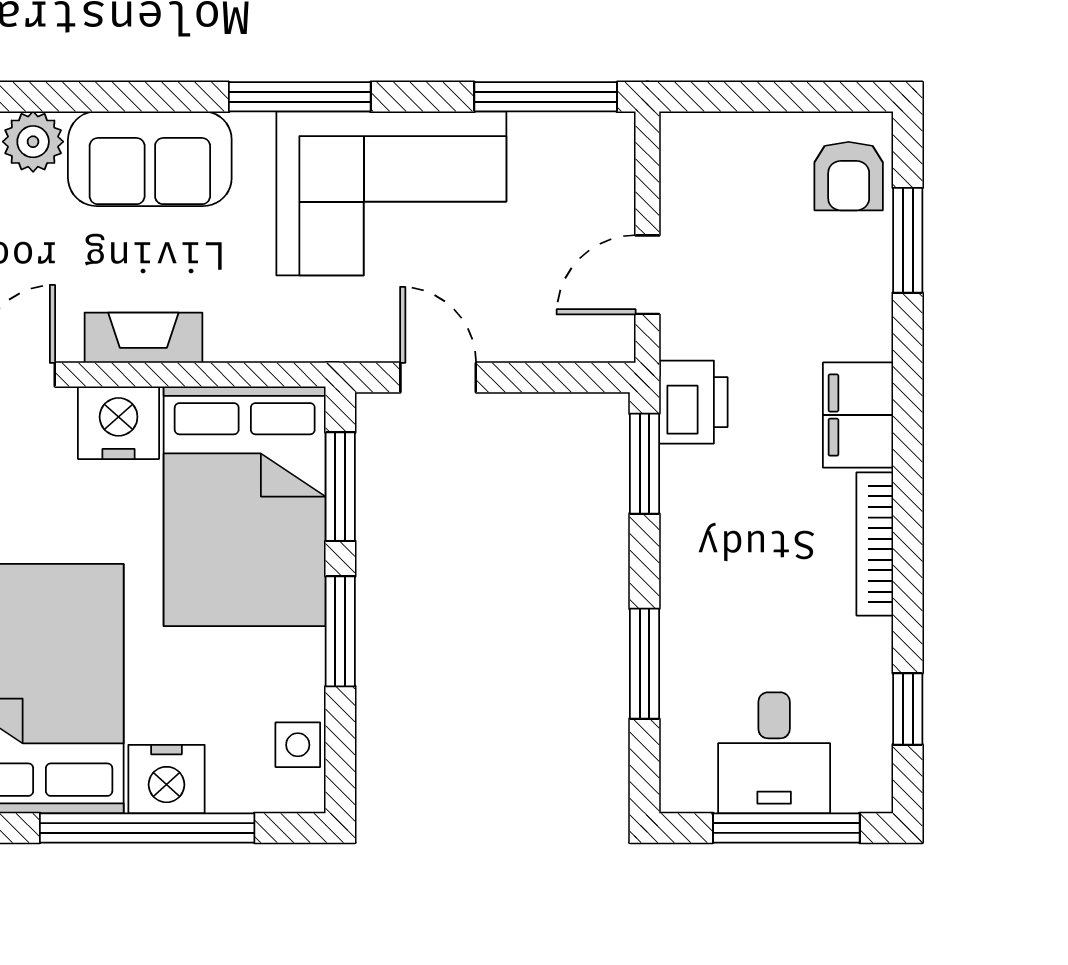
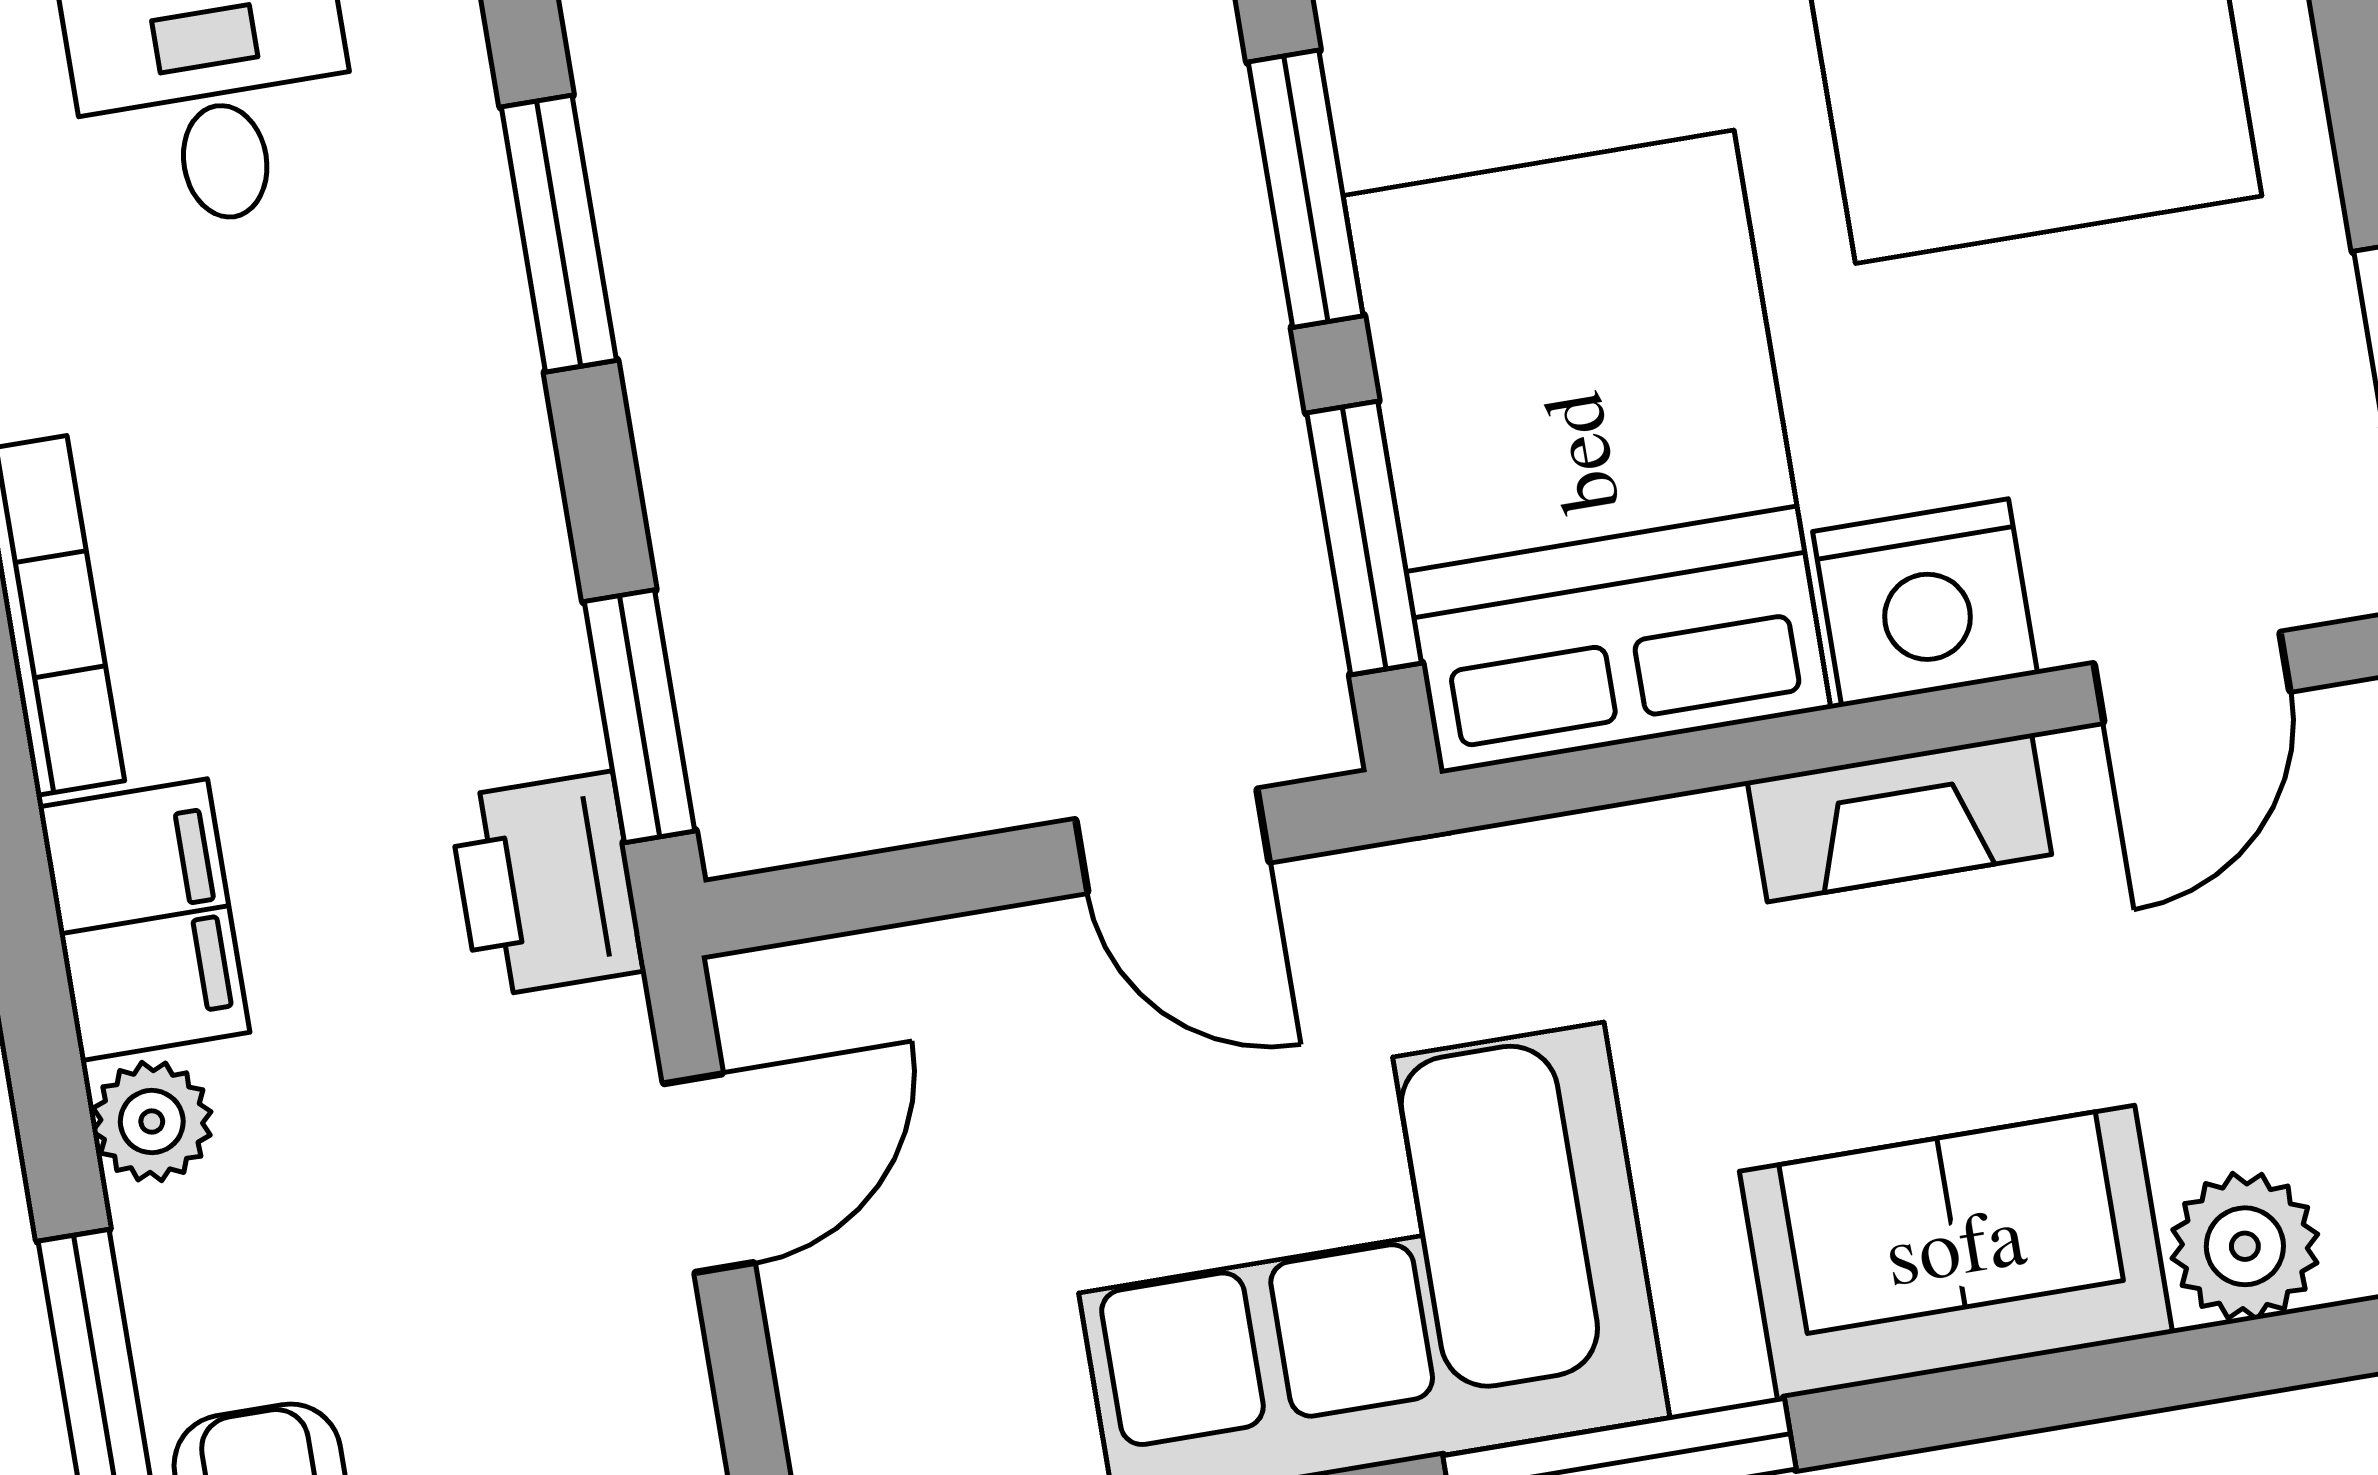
plant: (868, 333) -> (152, 1122), added

